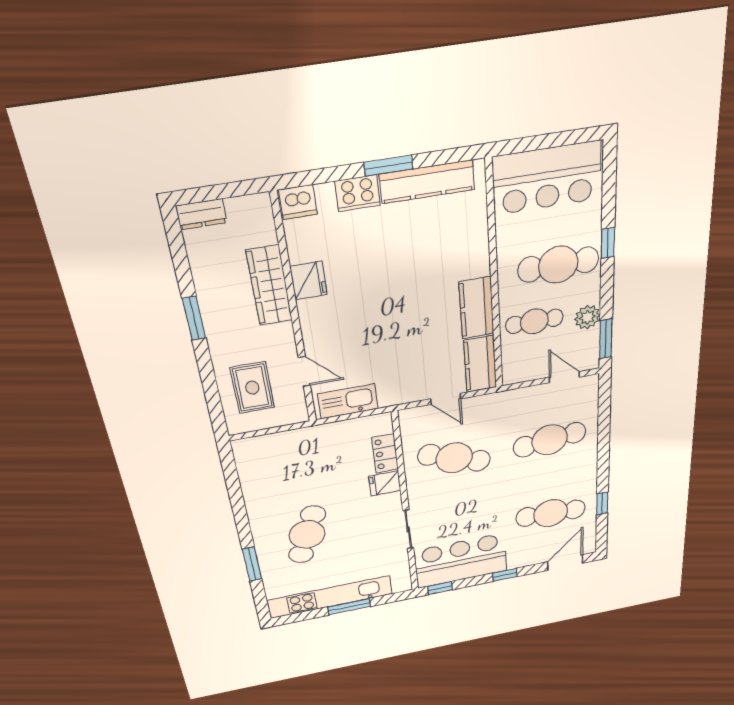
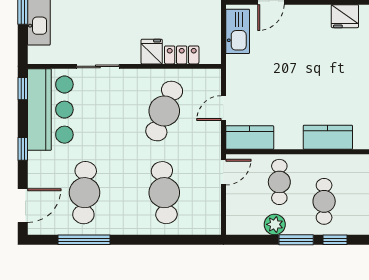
cafe table: (558, 265) -> (324, 201), width x0.73, depth x0.74
kitchen counter: (477, 308) -> (328, 137), moved
window: (606, 339) -> (296, 240), moved
door: (564, 377) -> (223, 172), moved
window: (602, 503) -> (84, 240), width x2.17
door: (565, 562) -> (23, 206), hinge flipped

